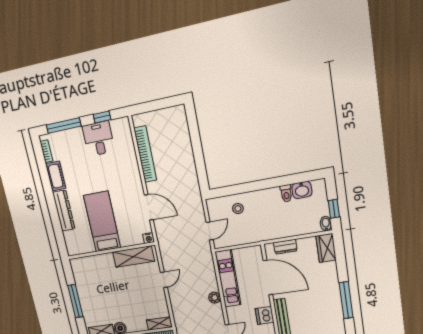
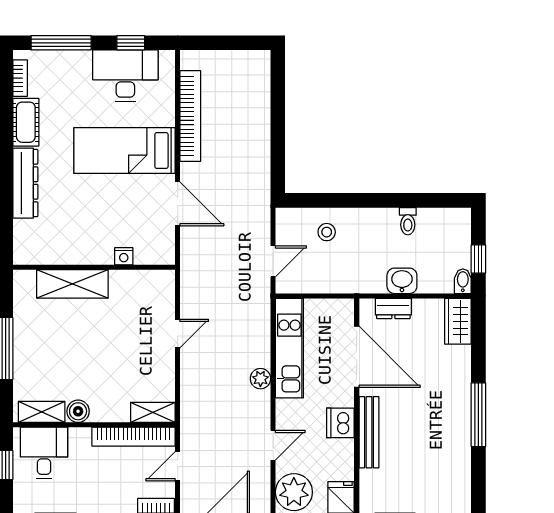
desk: (99, 139) -> (125, 76), width x1.37
washbasin: (302, 190) -> (402, 281), moved, turned 180
bed: (102, 222) -> (124, 151), moved, turned -90
nightstand: (149, 238) -> (124, 256), moved
shelving: (133, 257) -> (72, 284), moved

